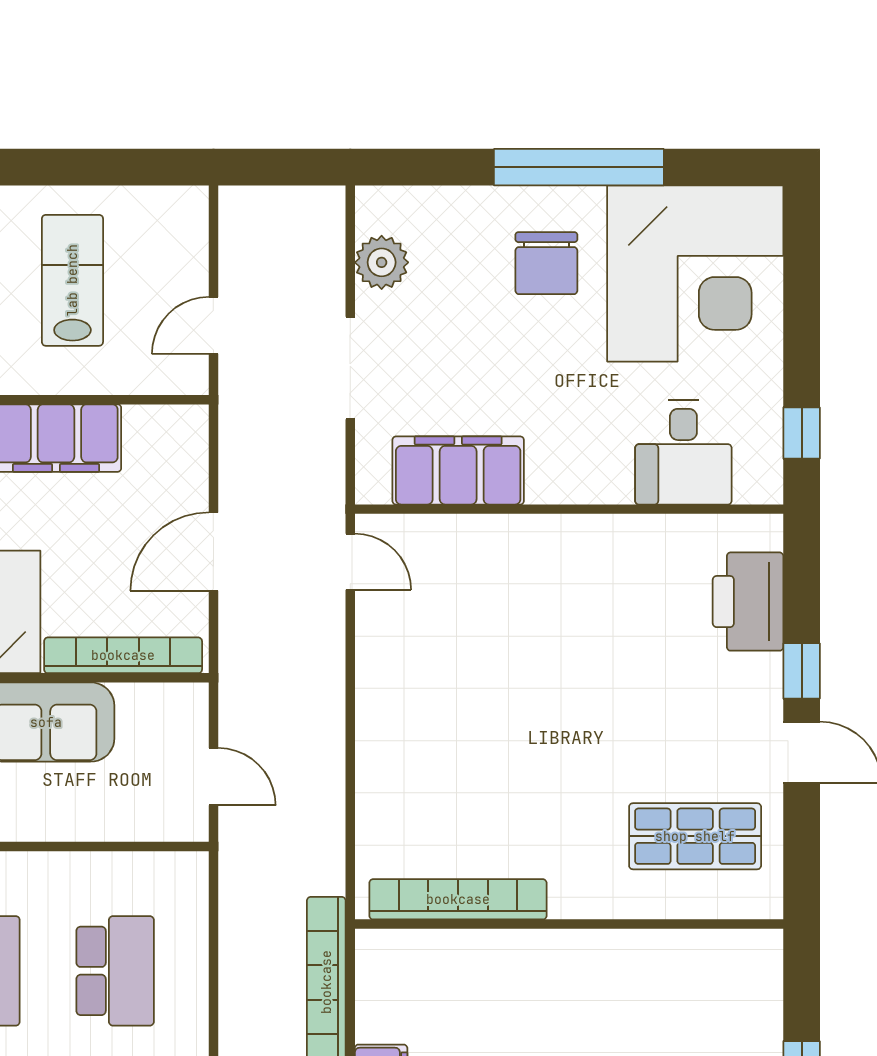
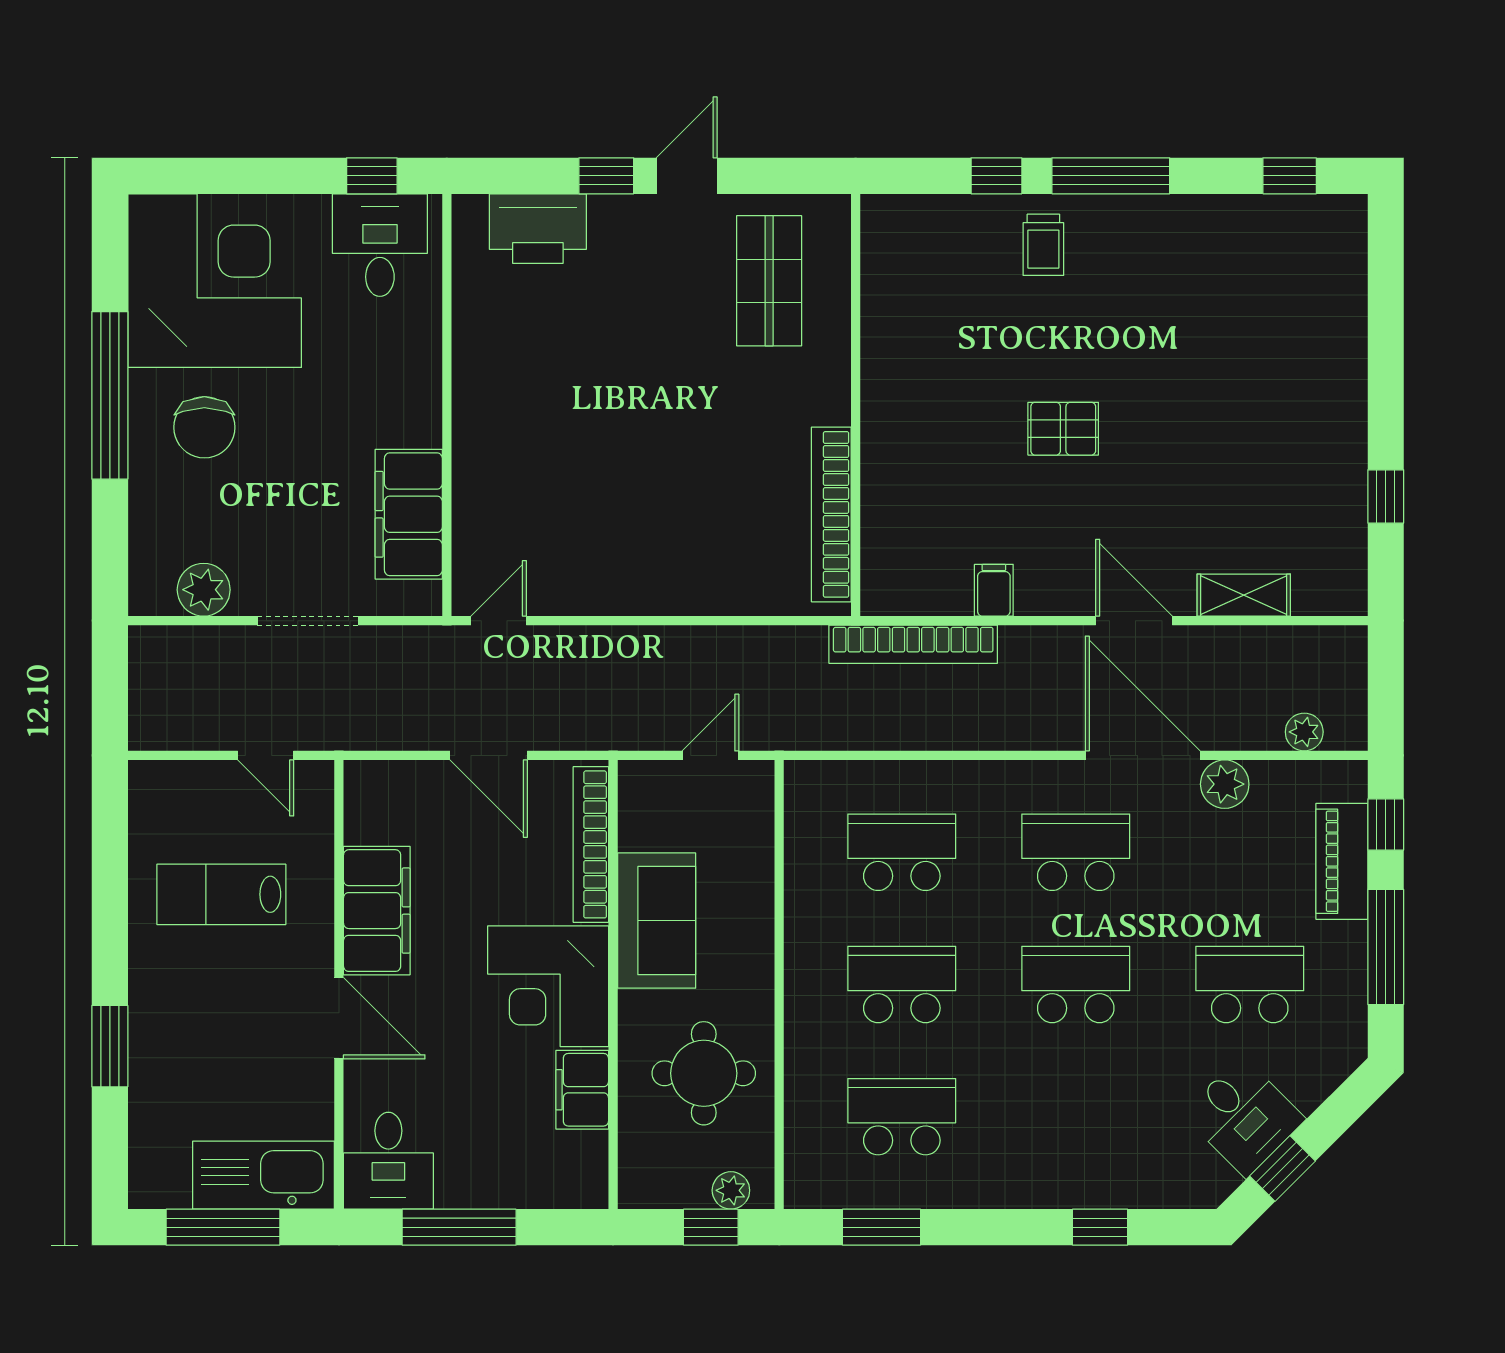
chair: (546, 263) -> (204, 427), turned 90
desk: (683, 452) -> (380, 245), moved, turned -90

